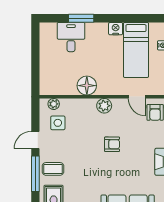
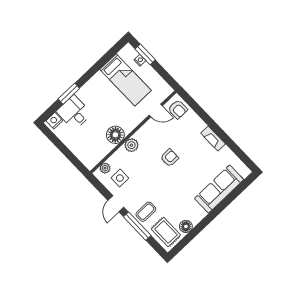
nightstand: (116, 29) -> (54, 121), moved
plant: (104, 106) -> (131, 145), moved

